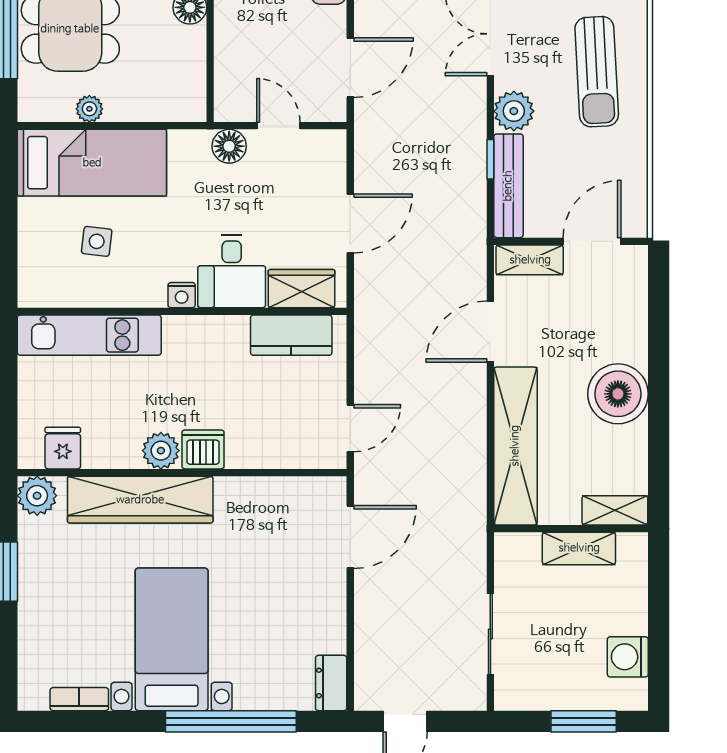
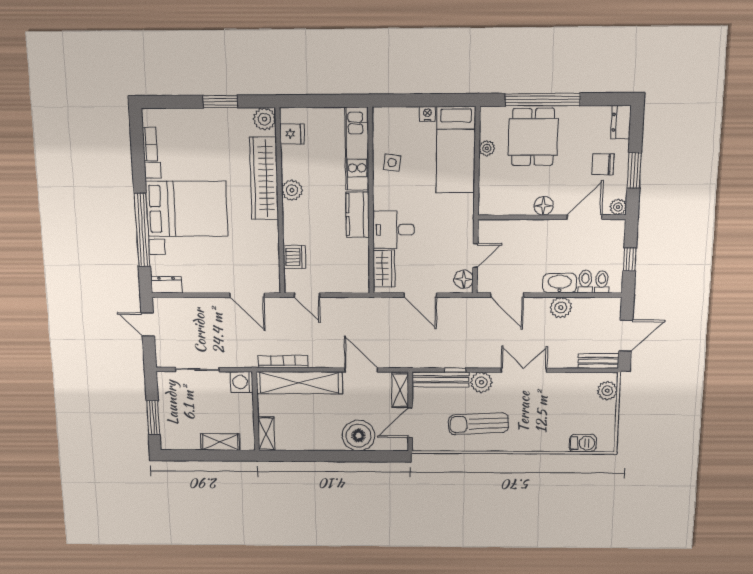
sun lounger: (597, 72) -> (478, 424), moved
floor lamp: (229, 146) -> (464, 279), moved
side table: (97, 241) -> (392, 163), moved
door: (592, 241) -> (410, 423), swing flipped
nightstand: (182, 295) -> (427, 114), moved, turned 90
kitchen counter: (291, 335) -> (358, 215), moved
boiler: (618, 394) -> (358, 436), moved
dishwasher: (203, 449) -> (294, 257), moved
bookcase: (475, 475) -> (283, 362), added
shelving: (579, 548) -> (220, 442), moved, turned 90
bed with nightstands: (172, 639) -> (187, 209), width x1.36
washing machine: (628, 657) -> (242, 382), moved, turned -90

